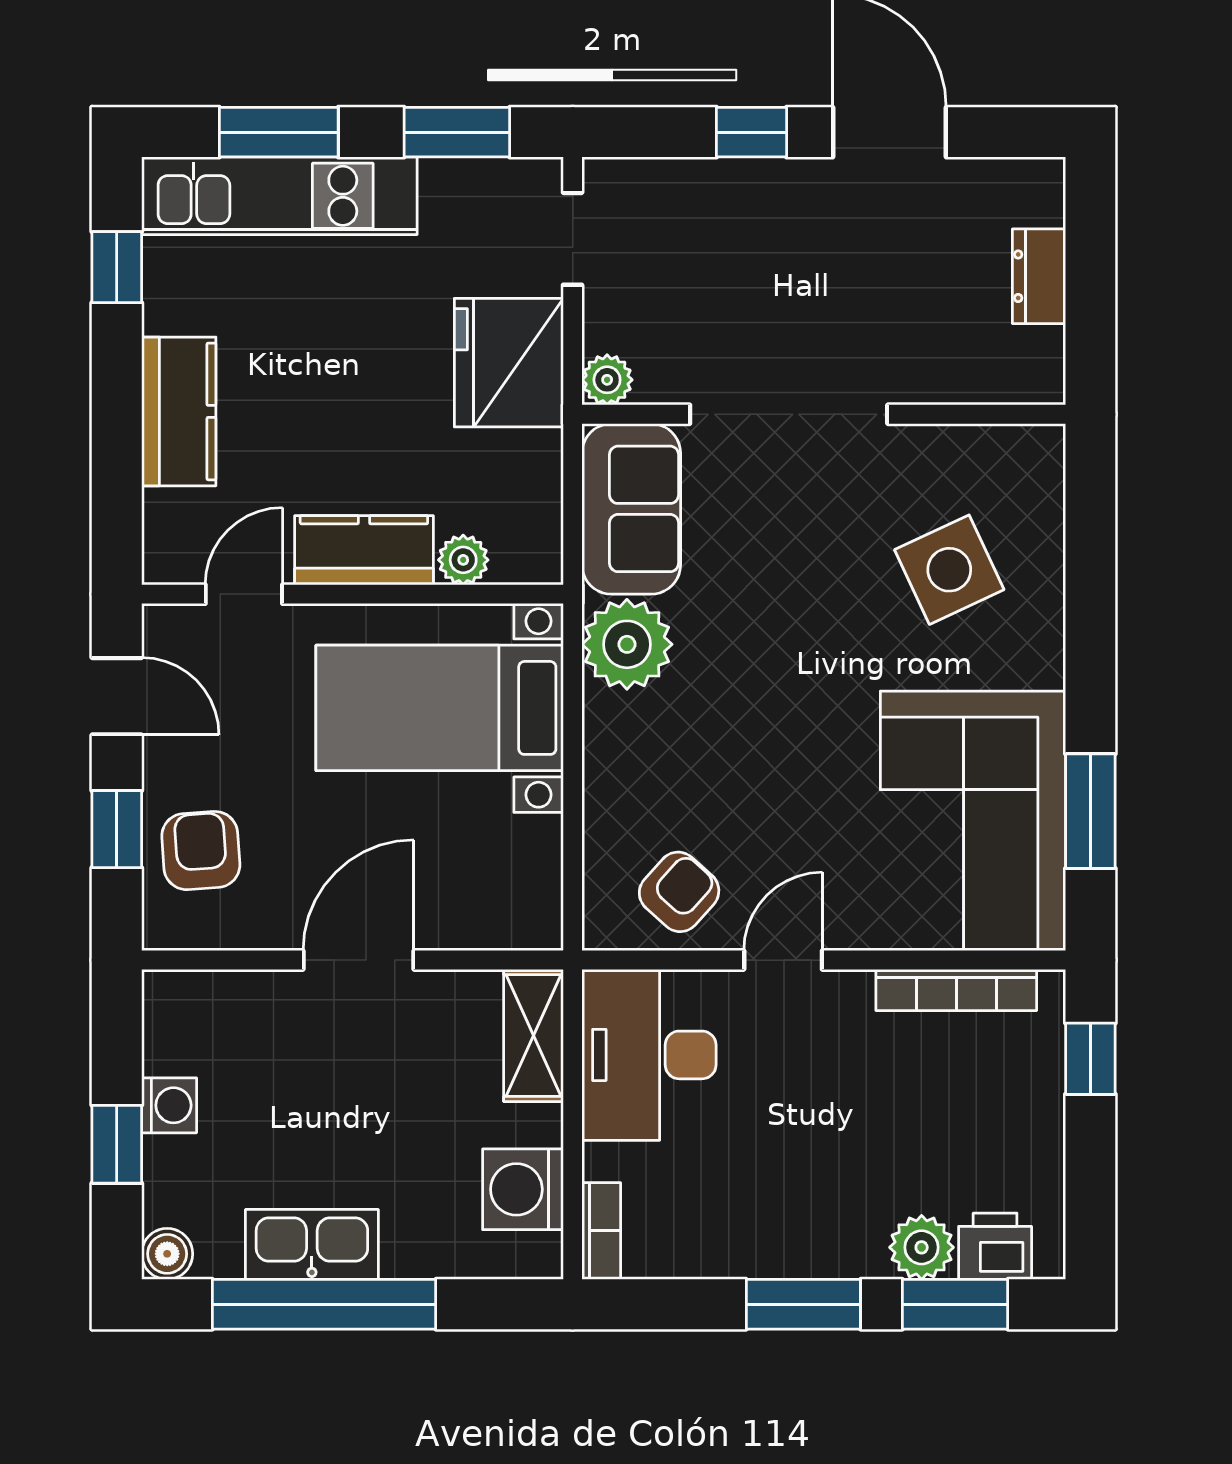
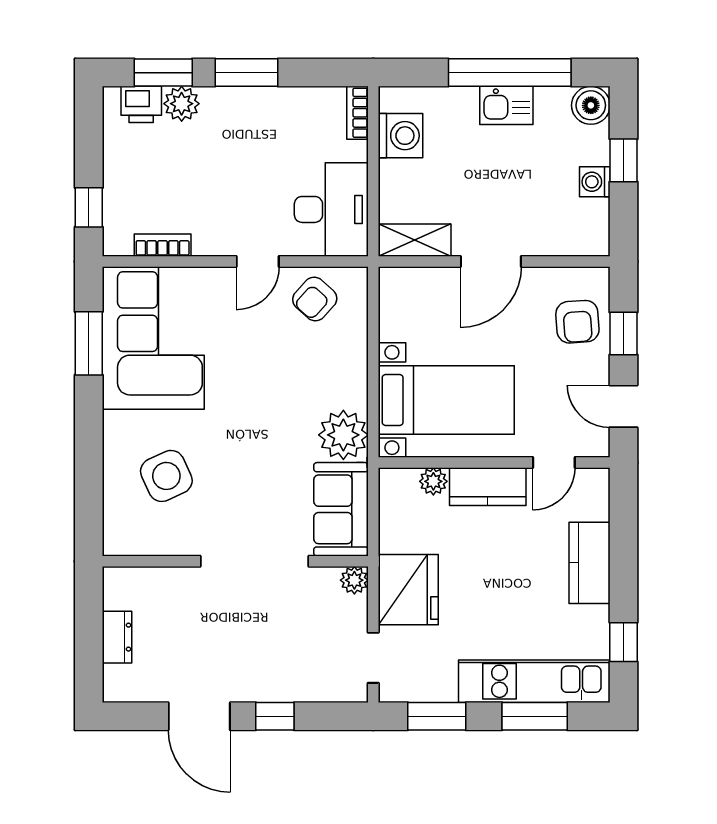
bookcase: (956, 990) -> (163, 245), width x0.64
shelving: (534, 1035) -> (415, 240), moved, turned 90
kitchen sink: (312, 1244) -> (506, 105), width x0.73
boiler: (167, 1254) -> (591, 105), width x1.36, depth x1.36

